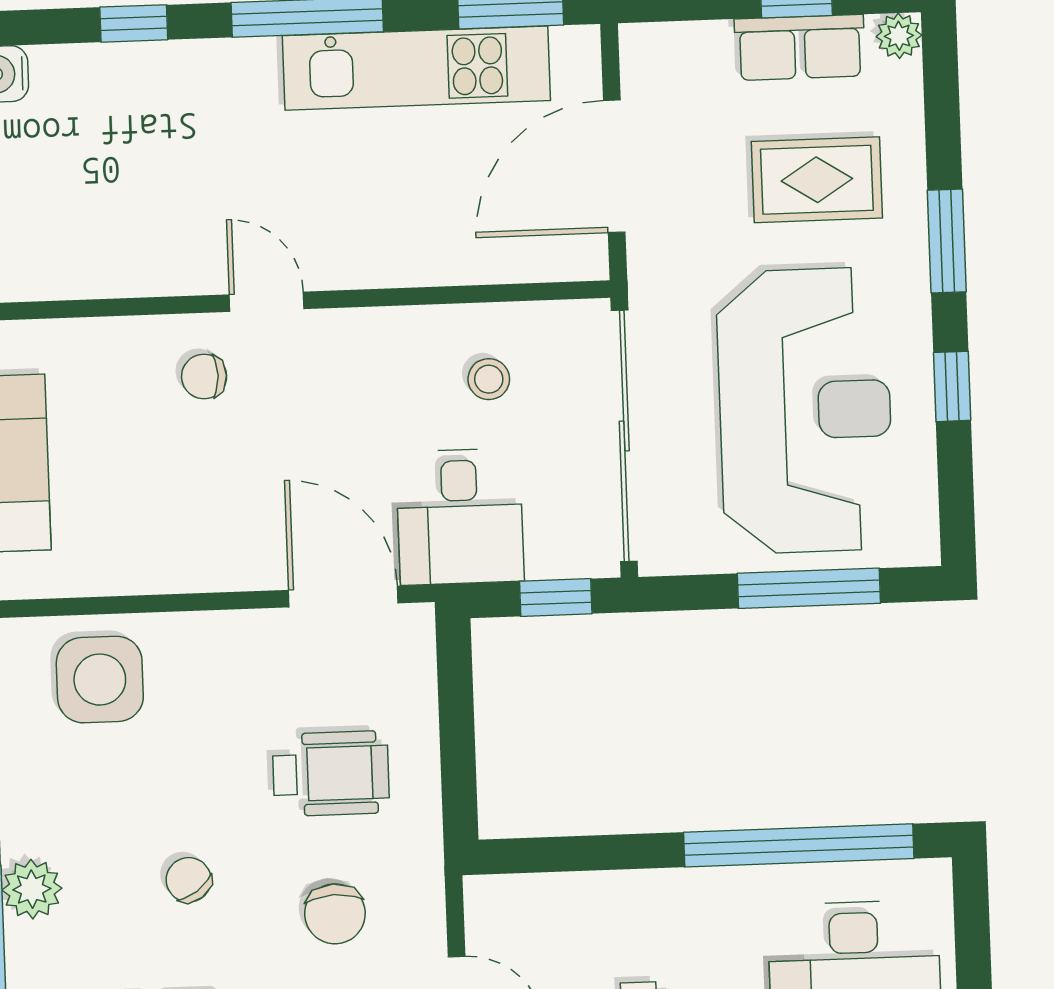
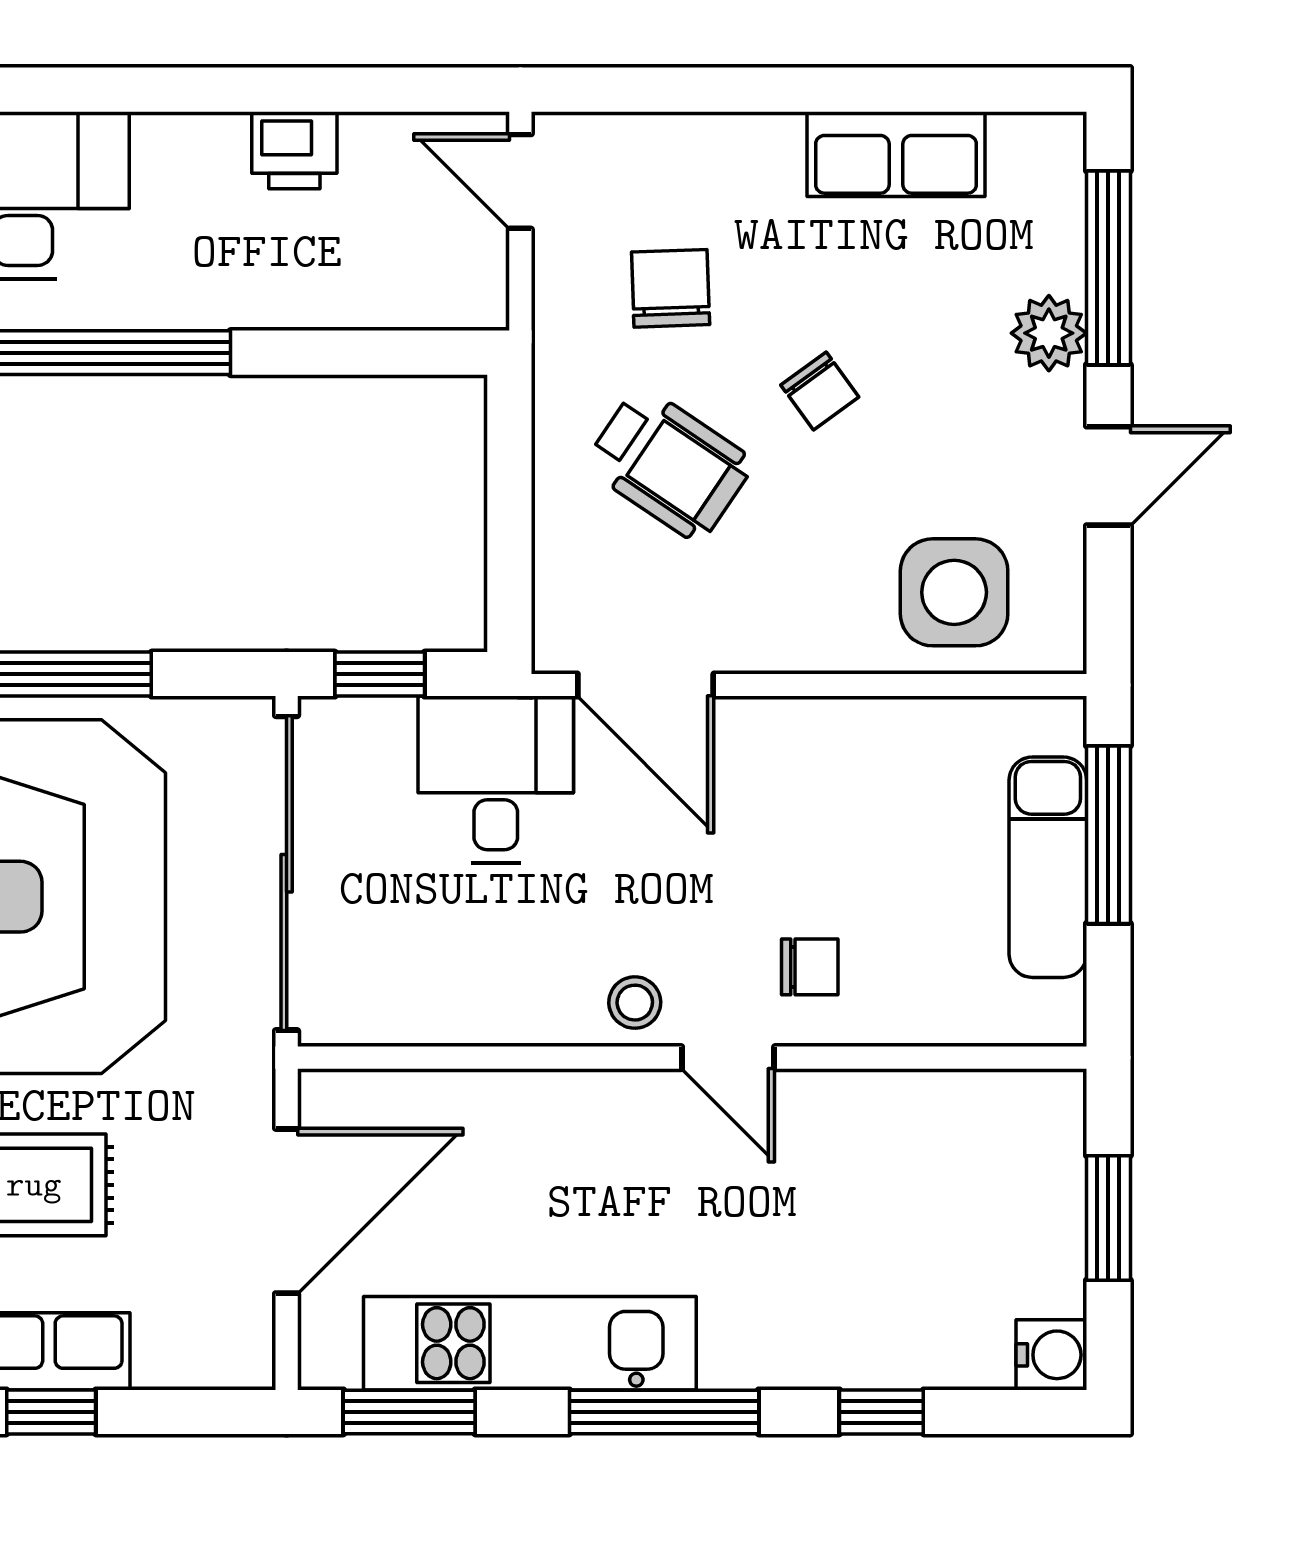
stool: (489, 379) -> (635, 1003), moved
wheelchair: (331, 774) -> (669, 464), turned -146
chair: (189, 880) -> (820, 391), moved

